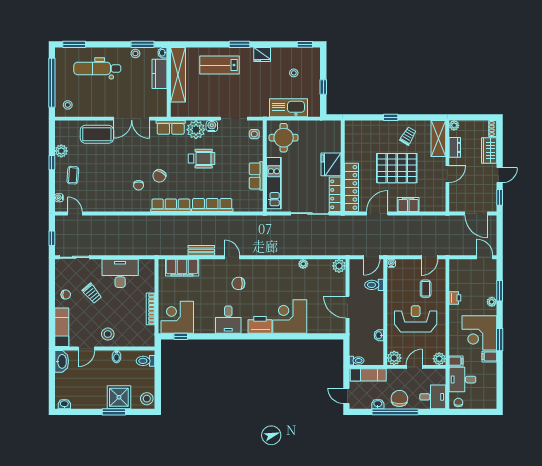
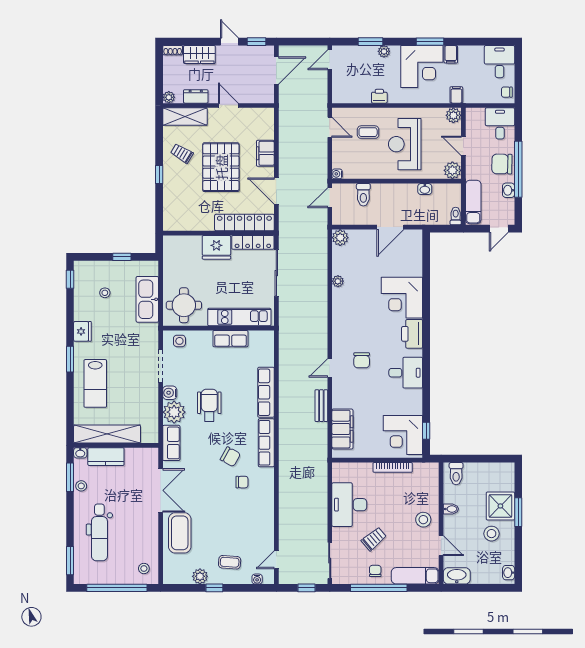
door: (372, 257) -> (330, 198), swing flipped
window: (52, 298) -> (379, 588), added
desk: (462, 380) -> (499, 62), moved, turned 180
stool: (147, 399) -> (492, 534), moved

